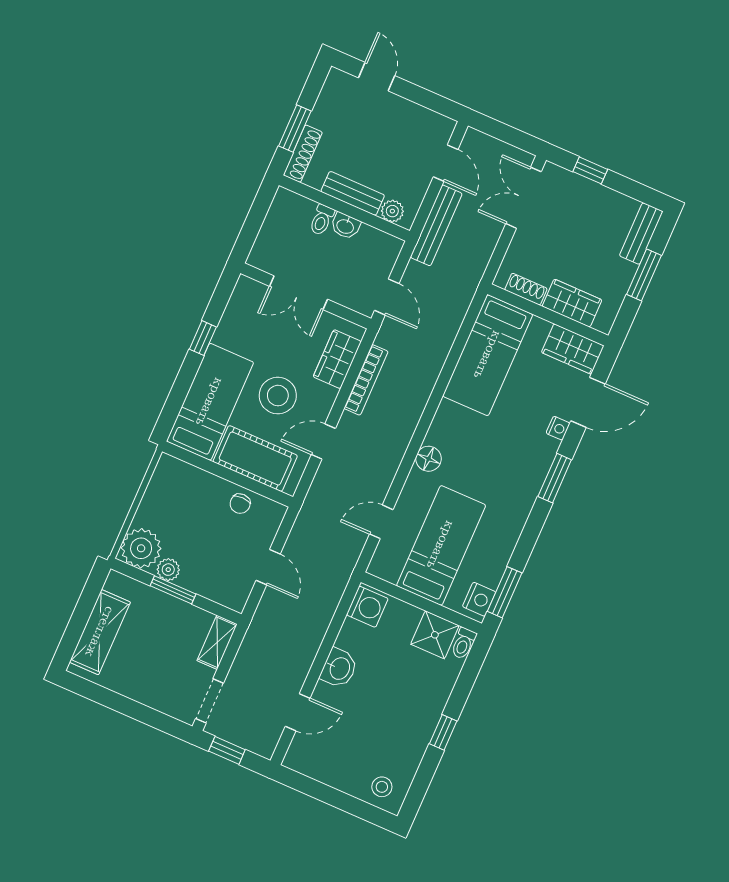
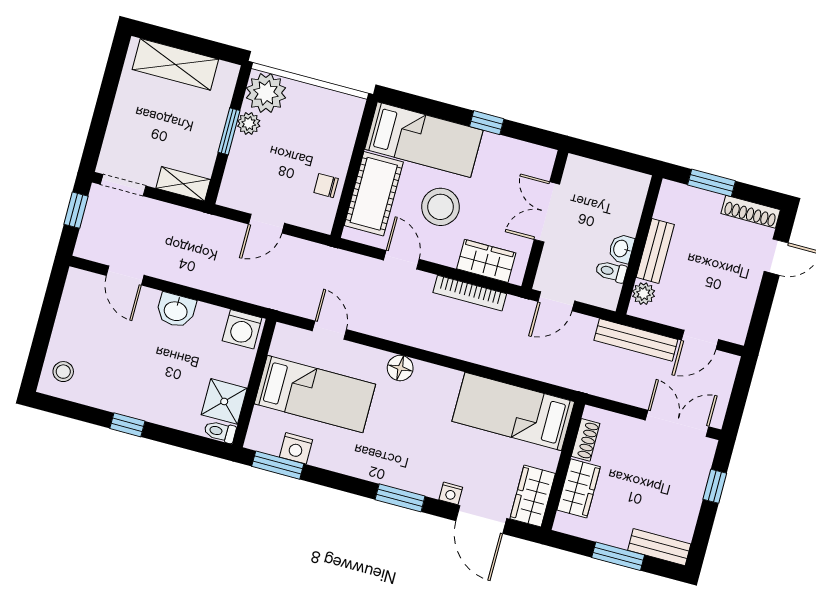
shoe rack: (303, 154) -> (751, 212), moved
toilet: (322, 220) -> (611, 271), moved
nightstand: (479, 599) -> (296, 448), moved

